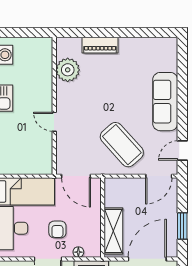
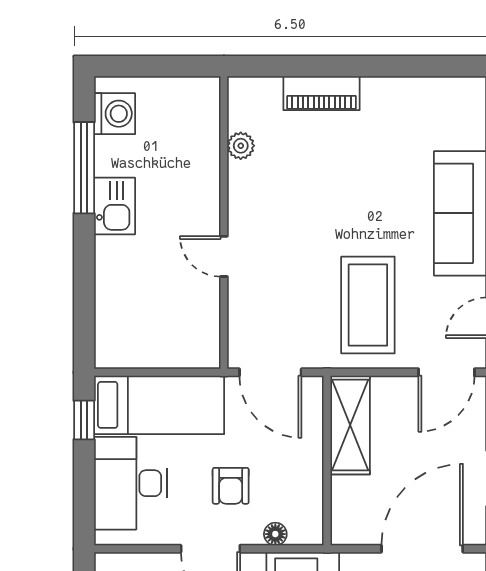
plant: (68, 70) -> (241, 146), width x0.53, depth x0.53
coffee table: (122, 145) -> (368, 305), turned 42
shelving: (113, 231) -> (350, 425), moved

